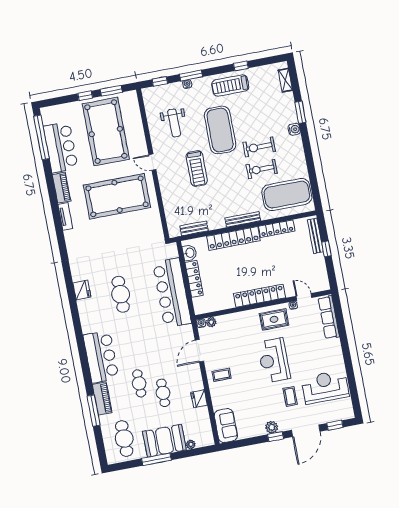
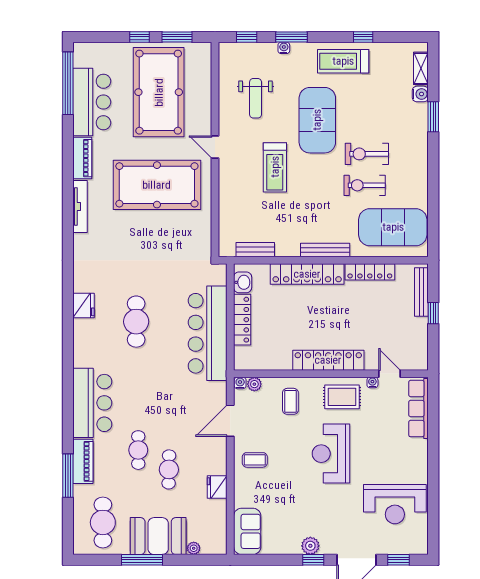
water cooler: (294, 129) -> (420, 94), moved
tv unit: (65, 216) -> (80, 206), width x1.41
reception desk: (325, 387) -> (395, 504), turned 180
coffee table: (290, 396) -> (290, 401), moved

